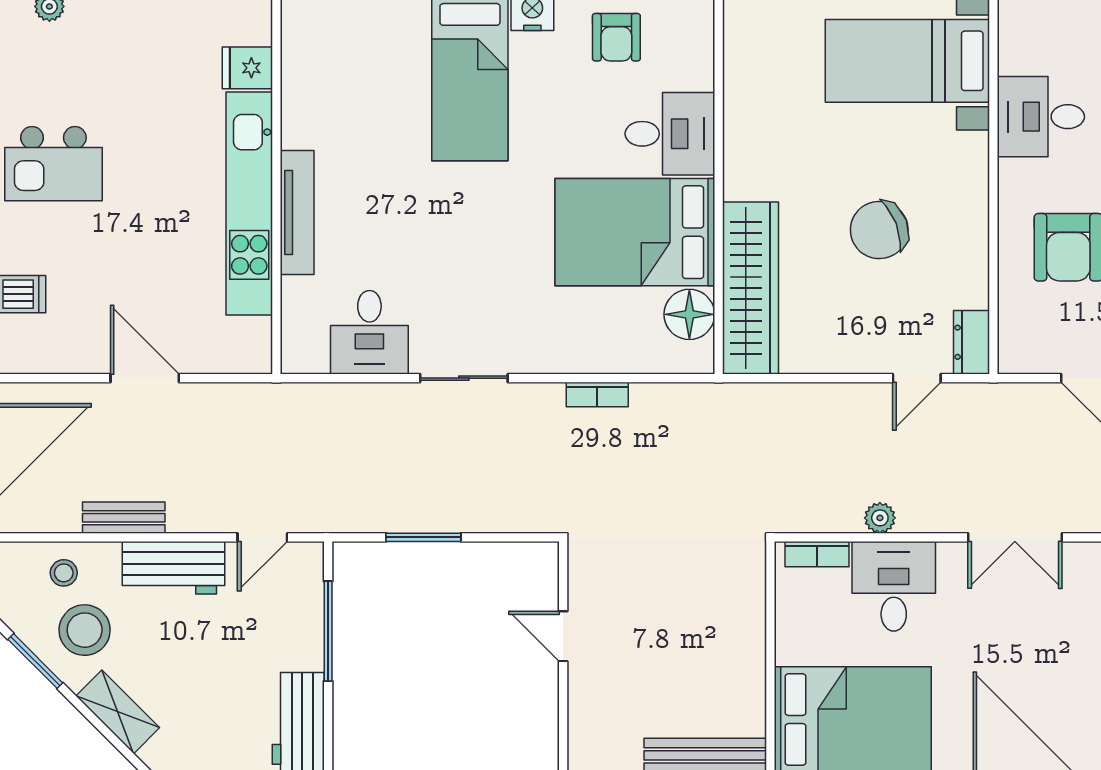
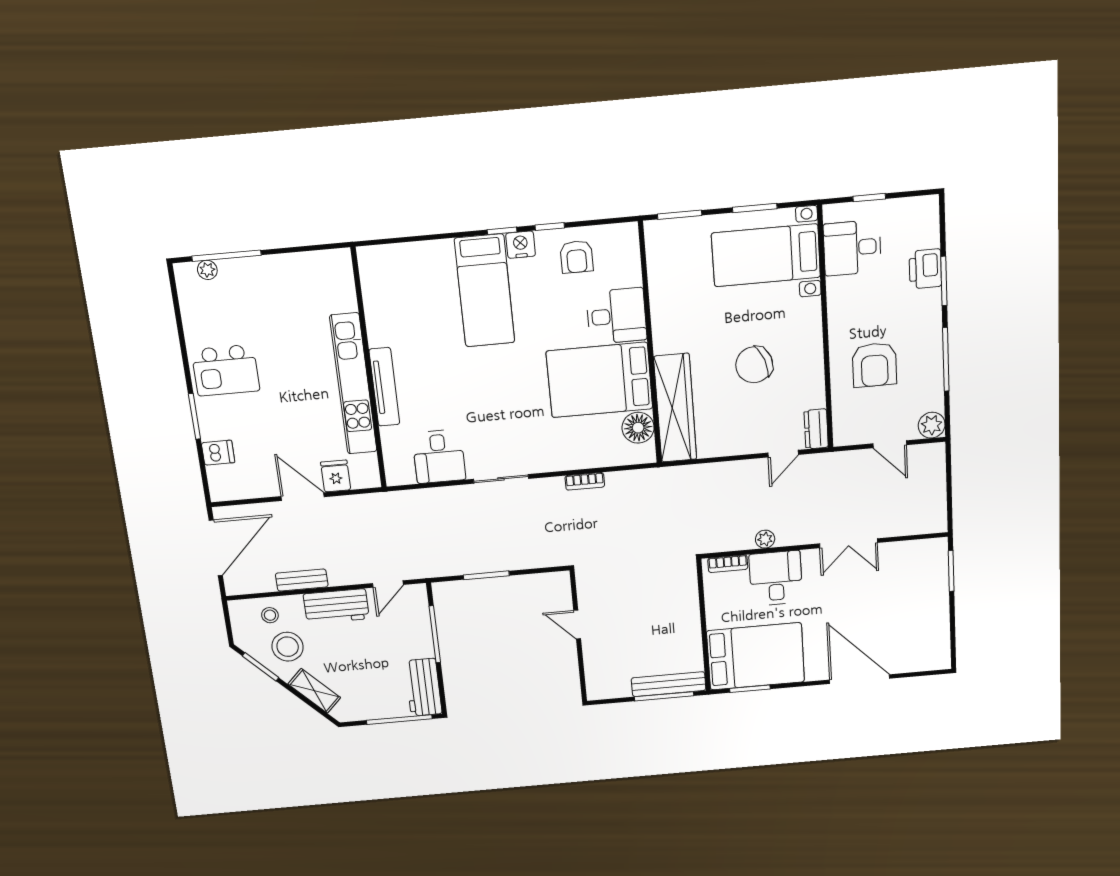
fridge: (247, 68) -> (336, 476), moved, turned 90
desk: (1041, 117) -> (852, 248), moved

